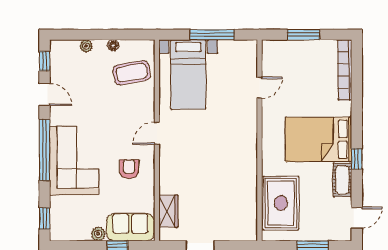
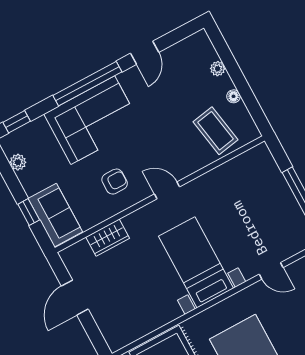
window: (45, 61) -> (179, 34), removed
bed with nightstands: (188, 75) -> (196, 262), moved, turned 90
wardrobe: (168, 211) -> (108, 238), moved
plant: (98, 234) -> (18, 162), moved

